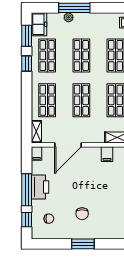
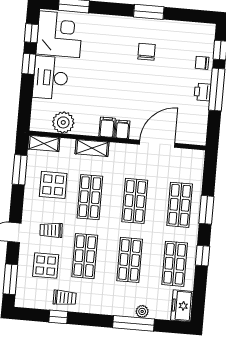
window: (27, 36) -> (206, 210), moved
shelving: (36, 132) -> (197, 165), removed
filing cabinet: (37, 154) -> (122, 129), moved
printer: (40, 187) -> (202, 92), width x0.53, depth x0.68
chair: (49, 219) -> (202, 63), moved

